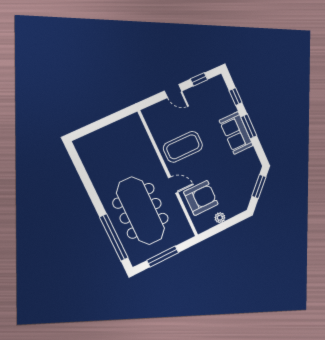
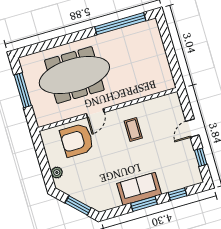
coffee table: (183, 147) -> (133, 129), width x0.54, depth x0.58
armchair: (201, 198) -> (77, 140), turned 90
plant: (220, 218) -> (57, 173), moved
window: (114, 238) -> (120, 24), moved

